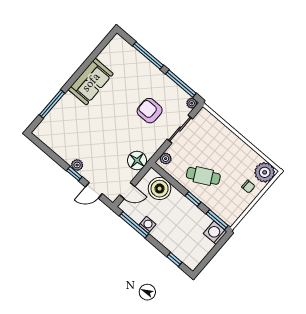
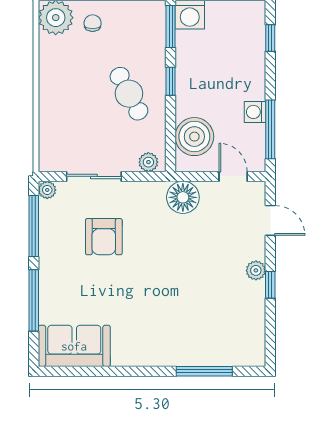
sofa: (91, 82) -> (74, 346), moved
window: (74, 174) -> (270, 285), moved

